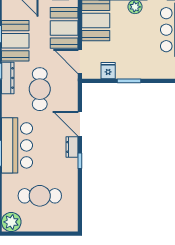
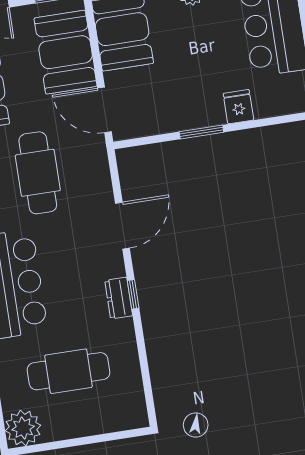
fridge: (108, 71) -> (238, 107), moved
door: (80, 124) -> (122, 226), swing flipped
dresser: (72, 147) -> (119, 298), moved

